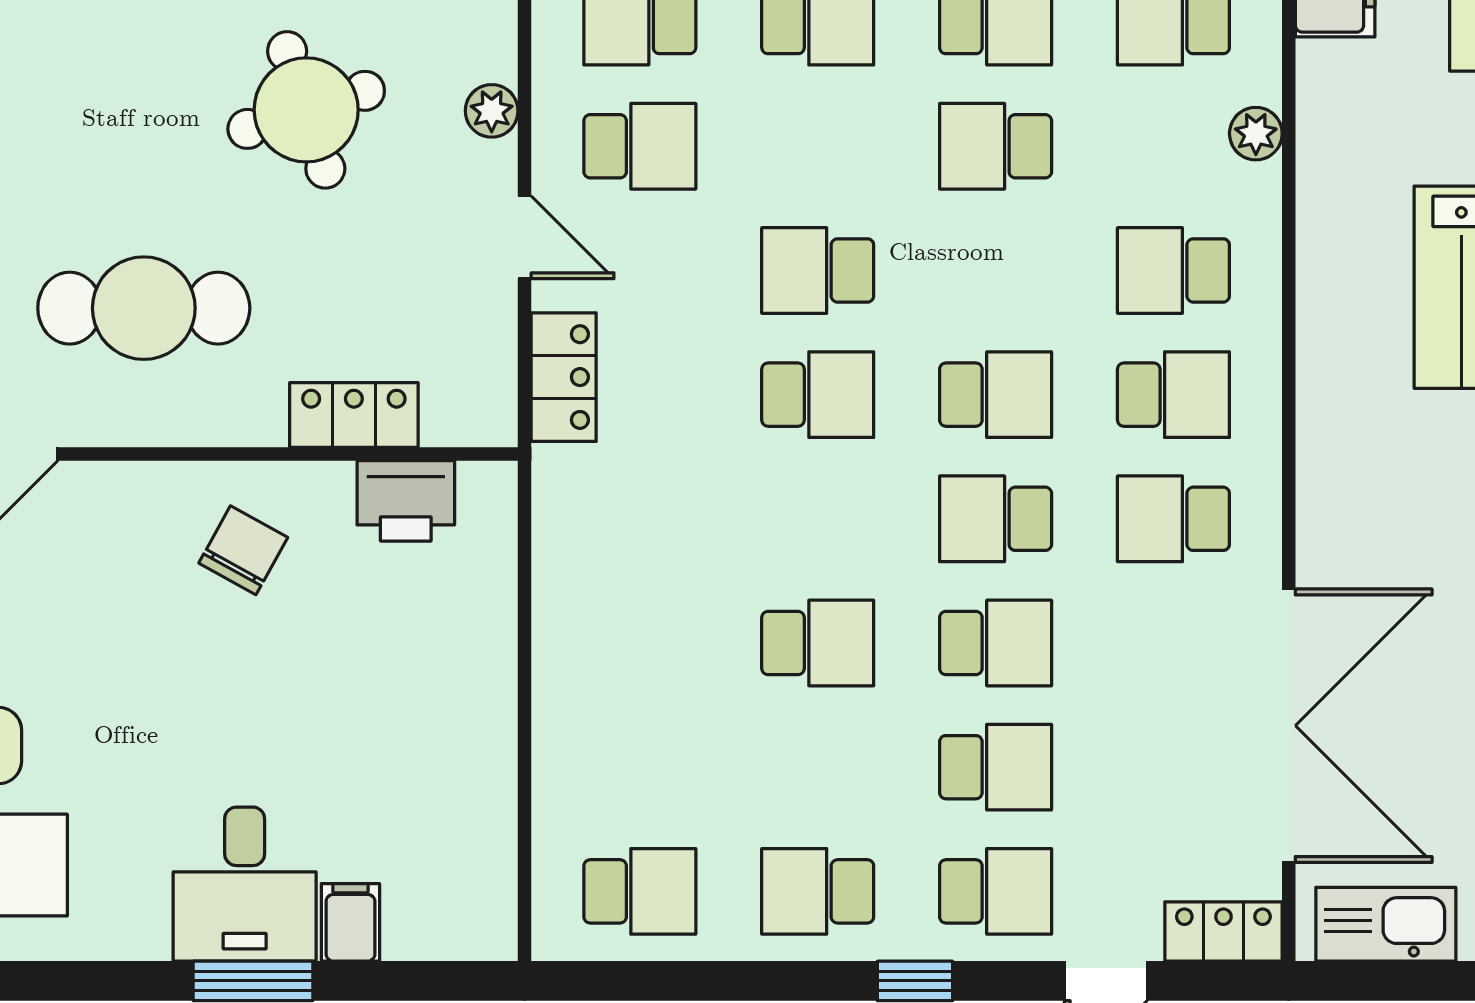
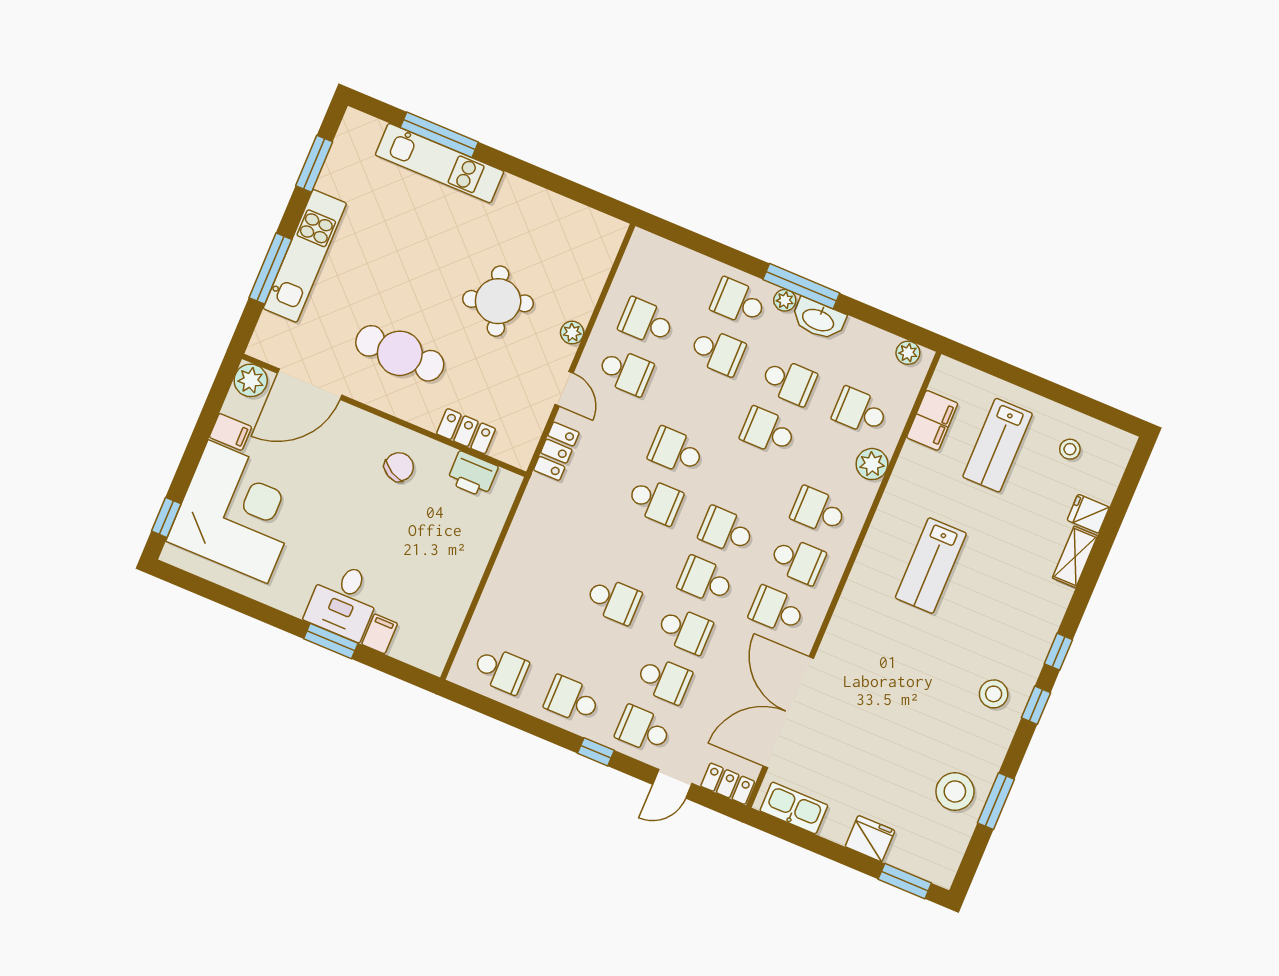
plant: (1256, 134) -> (872, 464), width x1.38, depth x1.38
school desk: (996, 395) -> (726, 531), turned 180
double door: (1289, 726) -> (788, 712), swing flipped
school desk: (996, 891) -> (643, 729), turned 180

